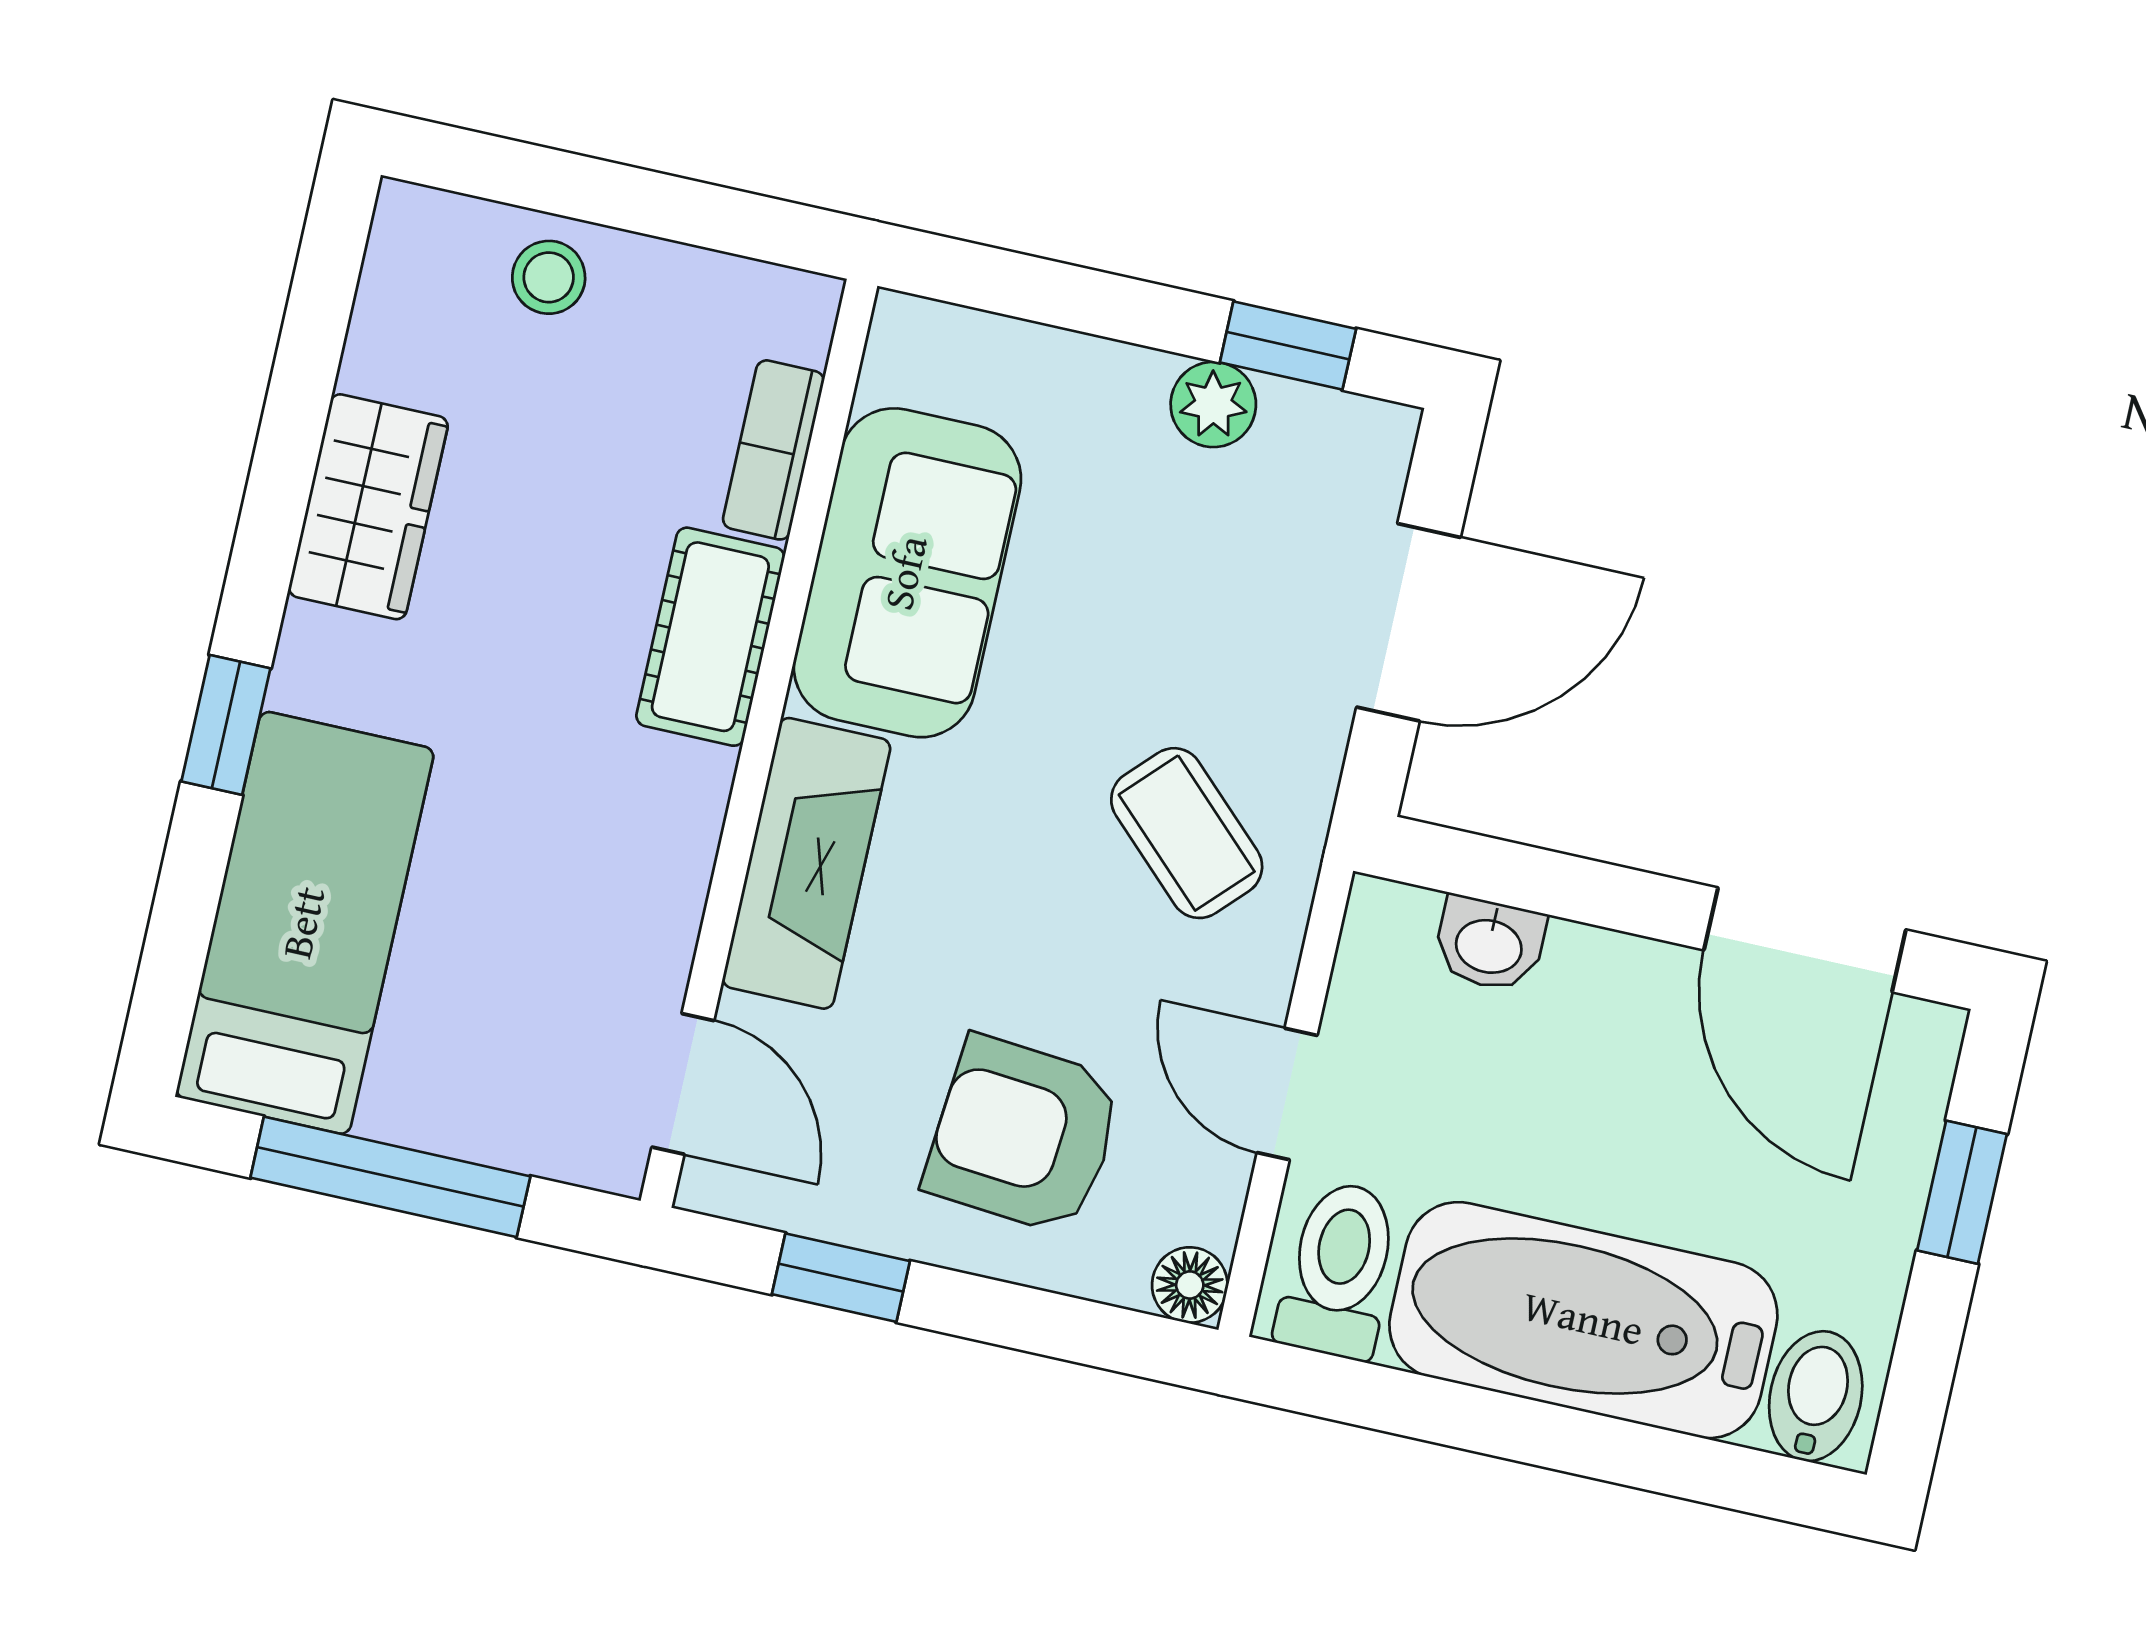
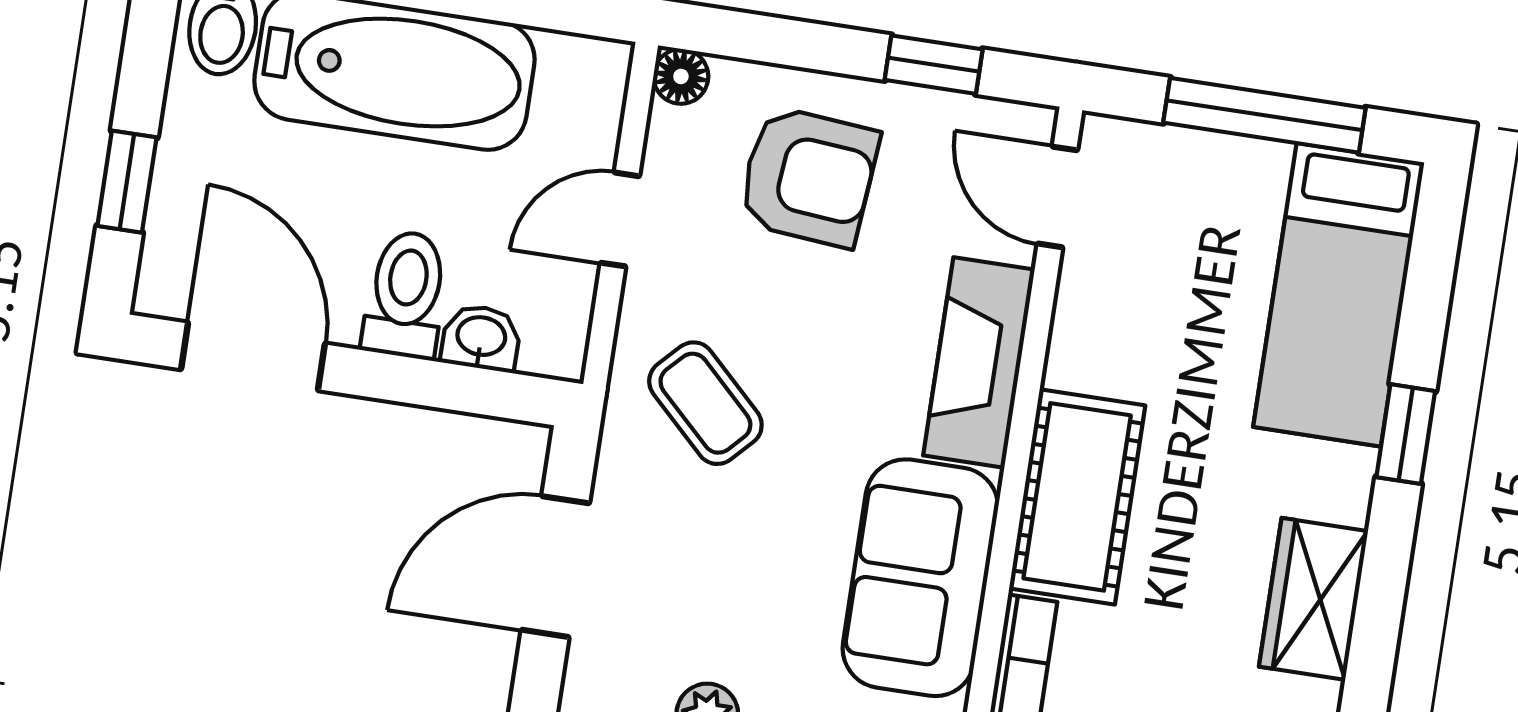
cot: (710, 637) -> (1077, 497), width x1.37, depth x1.34
door: (1287, 1094) -> (620, 219), swing flipped
toilet: (1339, 1270) -> (406, 295), moved, turned 180

